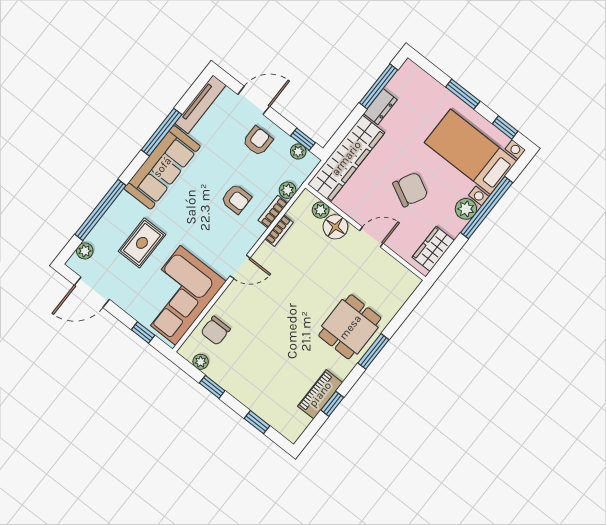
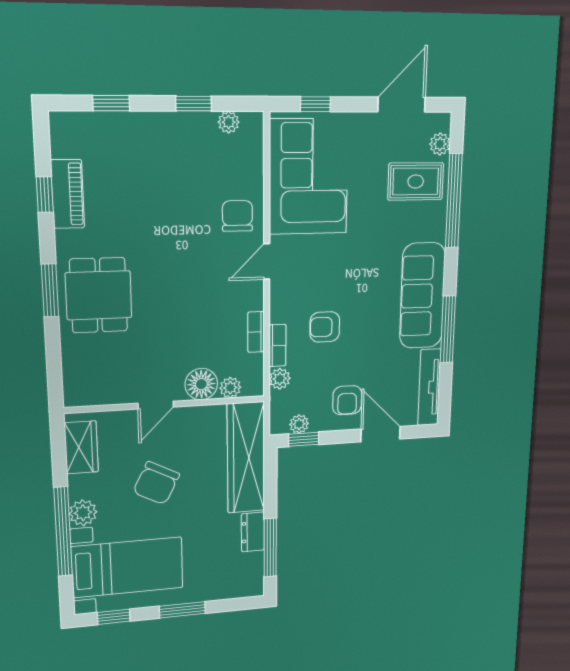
door: (254, 100) -> (381, 434), swing flipped
rug: (142, 243) -> (416, 181), moved, turned 90
chair: (215, 331) -> (237, 216), moved

